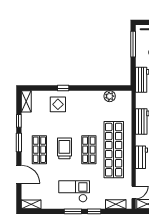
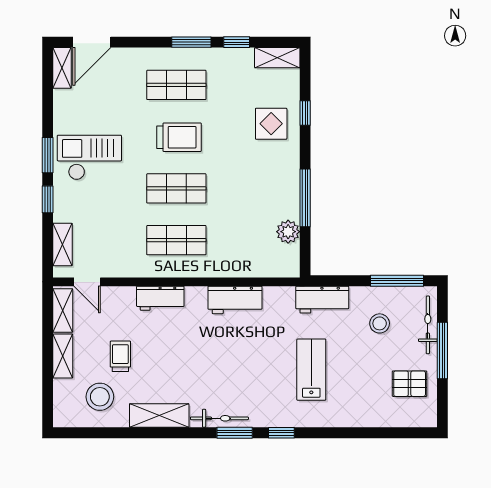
window: (63, 88) -> (305, 113), moved
window: (93, 88) -> (305, 198), added
shop shelf: (114, 150) -> (176, 240), width x0.50, depth x0.74
door: (19, 174) -> (92, 42), moved
checkout: (74, 191) -> (89, 157), turned -90

